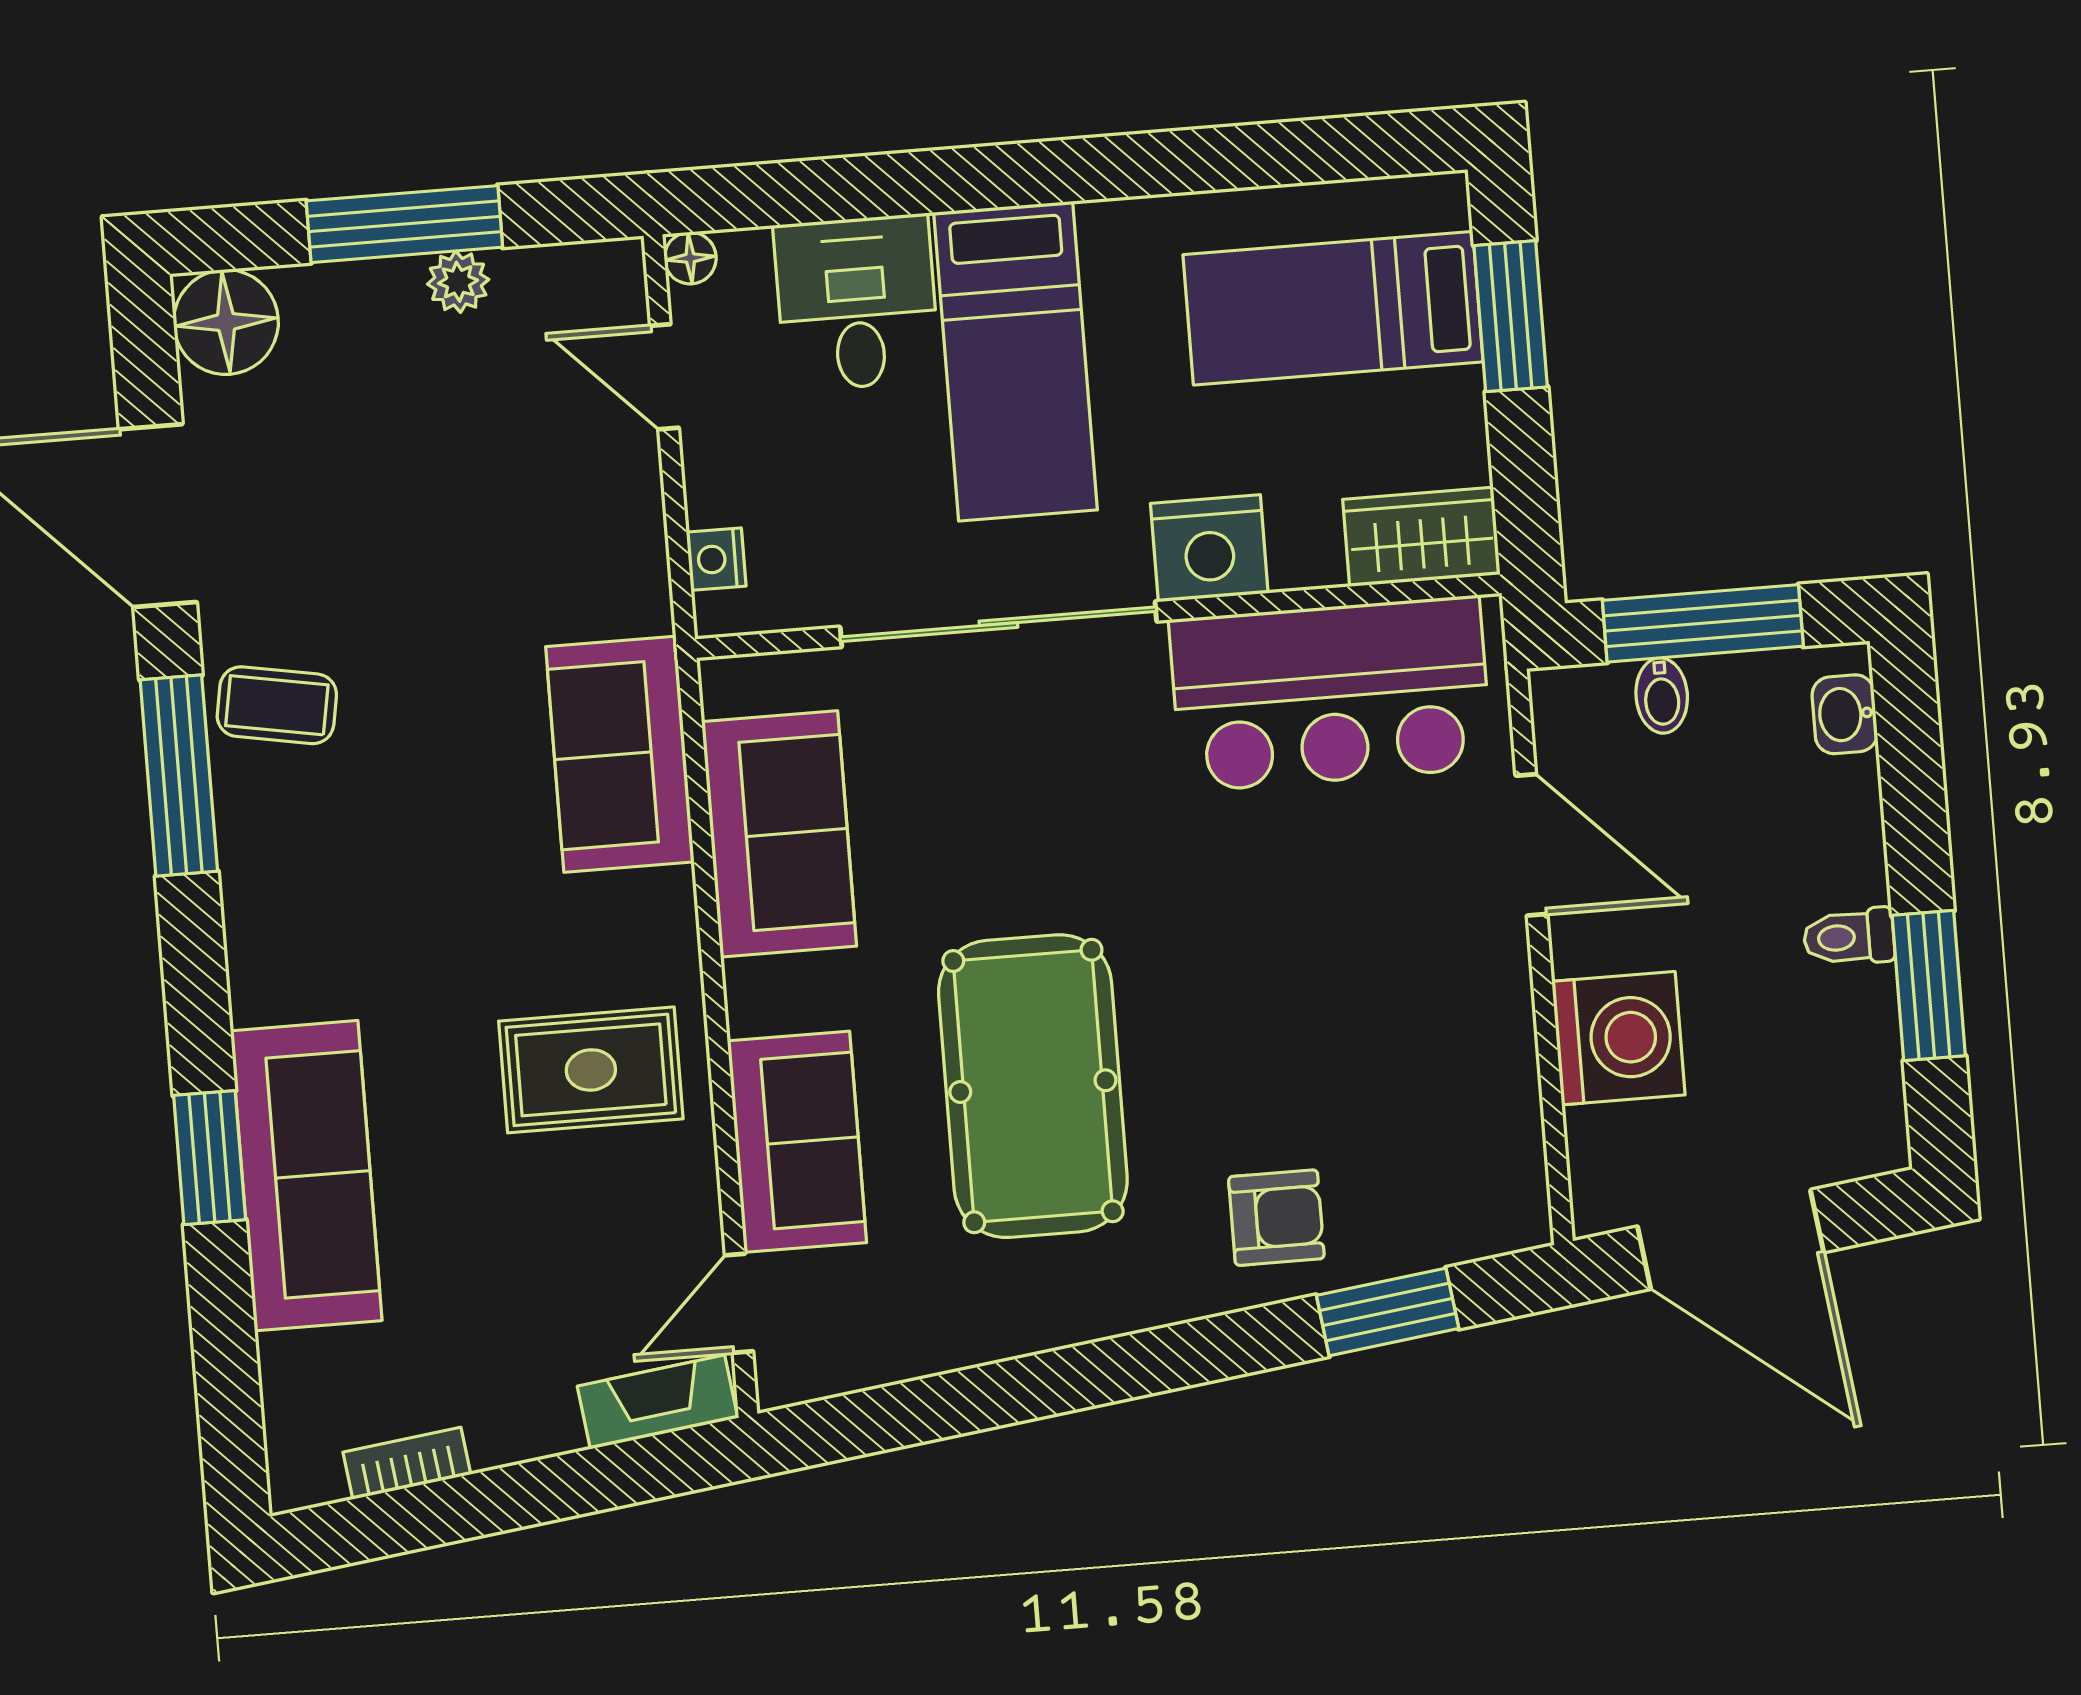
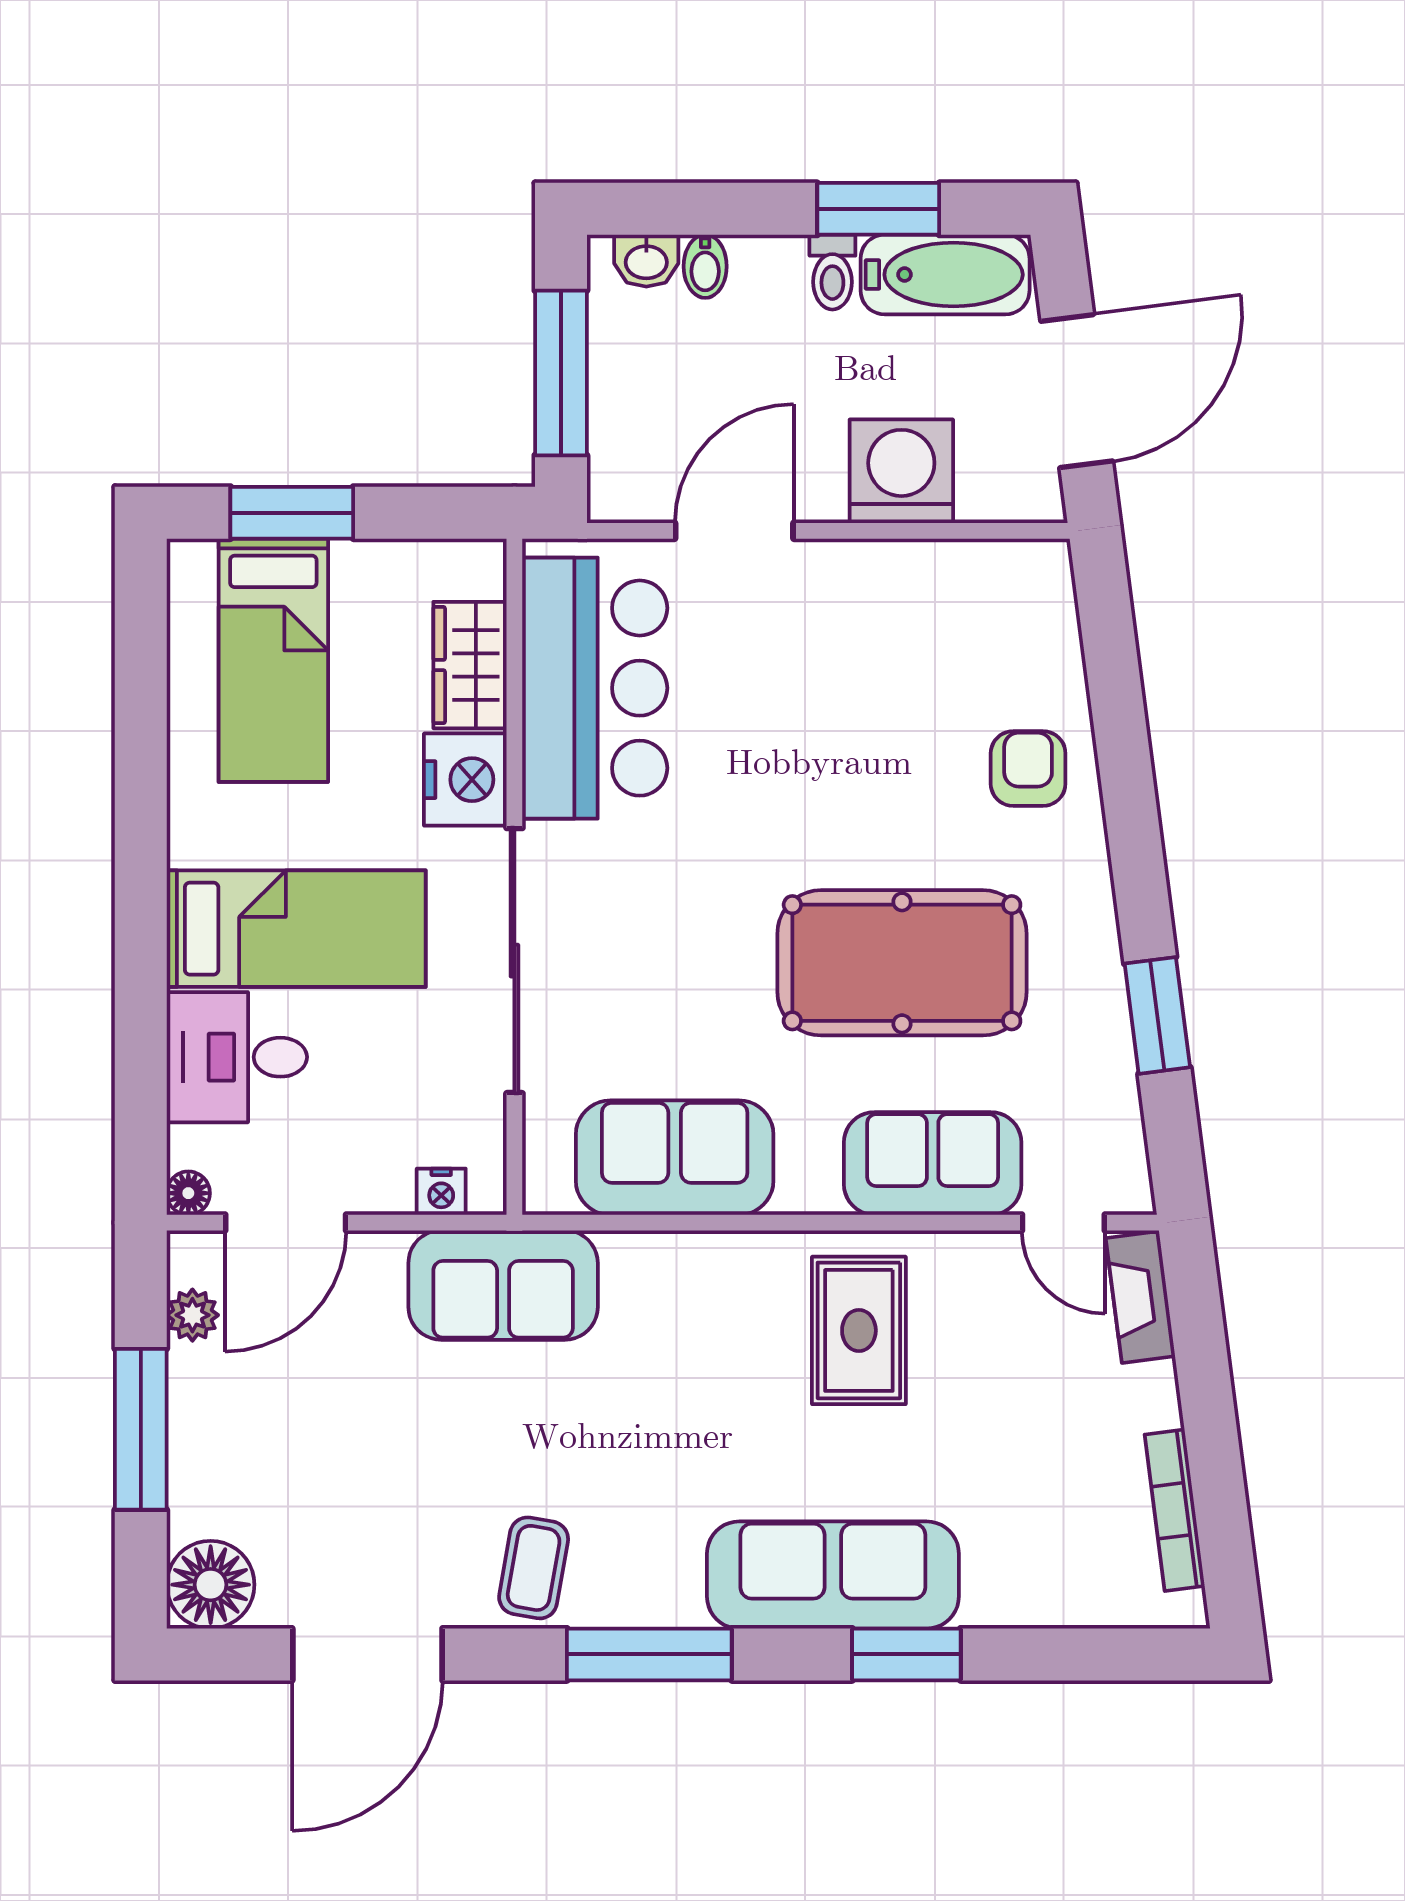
plant: (458, 282) -> (192, 1315), moved
door: (664, 377) -> (286, 1223), width x1.38
wardrobe: (1422, 537) -> (470, 665), moved
bidet: (1662, 696) -> (705, 266), moved, turned 90
sofa: (620, 754) -> (503, 1285), moved
window: (179, 776) -> (649, 1654), moved
bathtub: (1857, 1071) -> (945, 275), added
sofa: (306, 1176) -> (833, 1575), moved
window: (1388, 1312) -> (1157, 1015), moved
bookcase: (407, 1463) -> (1175, 1510), width x1.56

